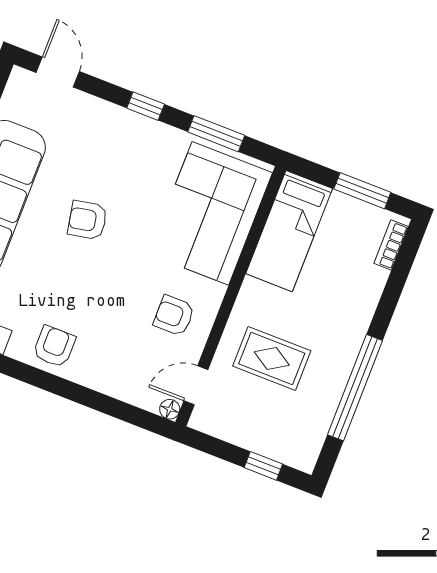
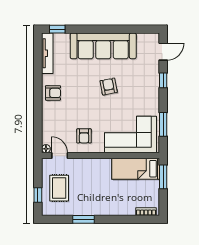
window: (146, 106) -> (163, 80), moved
window: (362, 191) -> (163, 177), moved
armchair: (174, 316) -> (84, 136), turned 180
rug: (272, 358) -> (59, 188), moved
window: (355, 388) -> (83, 219), width x0.47

